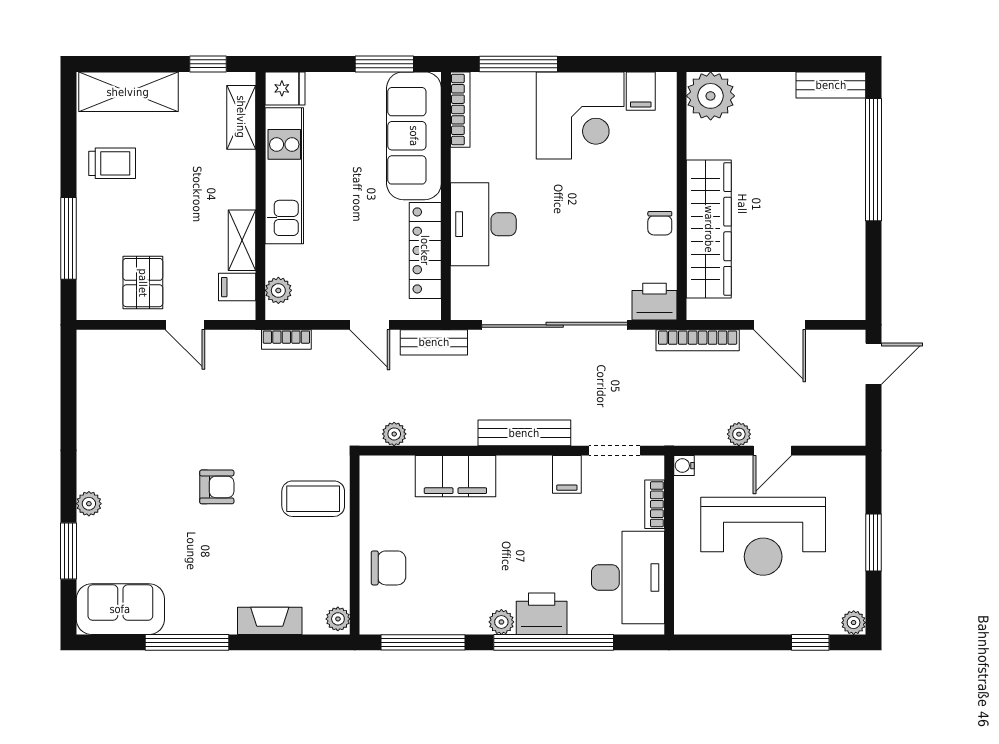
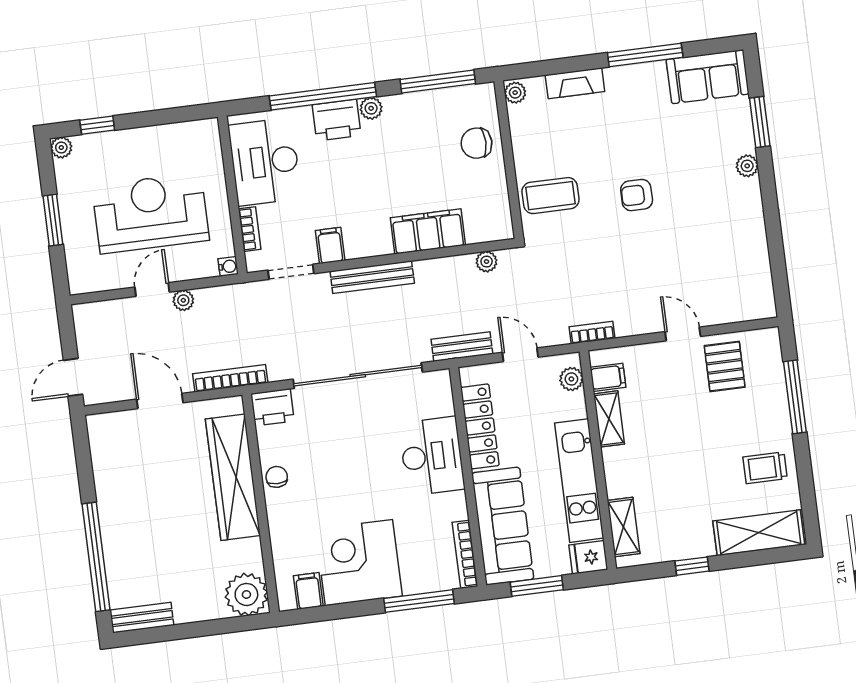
fridge: (285, 88) -> (588, 557), moved
shelving: (241, 117) -> (624, 527), moved
kitchen unit: (284, 176) -> (579, 481), moved
wall: (260, 196) -> (598, 460), moved
shelving: (242, 240) -> (609, 419), moved
filing cabinet: (237, 287) -> (608, 377), moved
plant: (278, 290) -> (571, 379), moved

